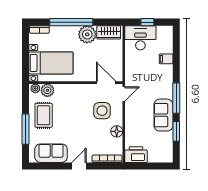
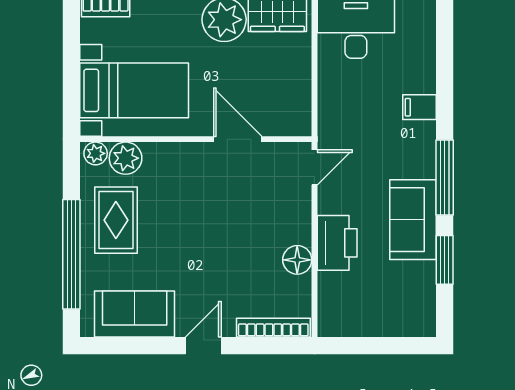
filing cabinet: (166, 59) -> (419, 107), moved
door: (106, 83) -> (238, 139), moved
side table: (102, 111) -> (261, 208), removed
window: (26, 129) -> (71, 254), width x1.46
printer: (136, 155) -> (337, 243), moved, turned 90

